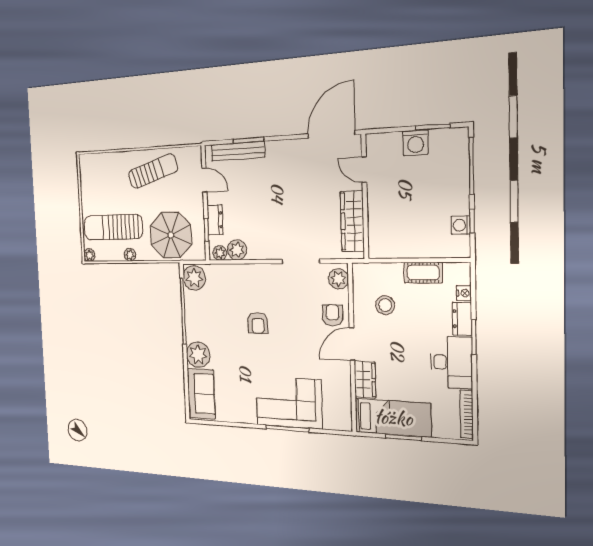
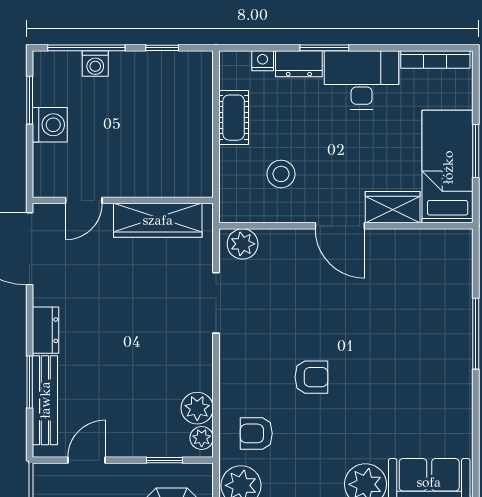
dresser: (215, 220) -> (46, 330), moved, turned 90
washing machine: (461, 225) -> (95, 64), moved
armchair: (333, 315) -> (256, 433), moved
corner sofa: (289, 403) -> (435, 330), removed

